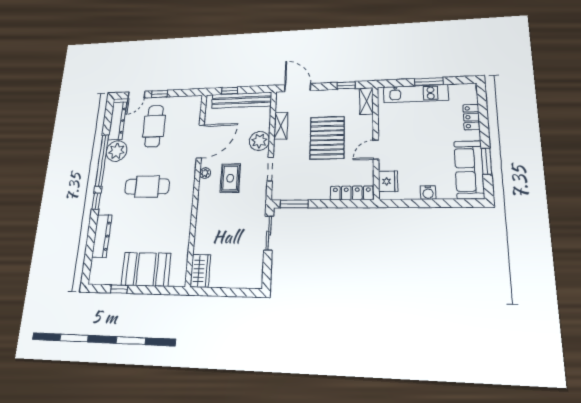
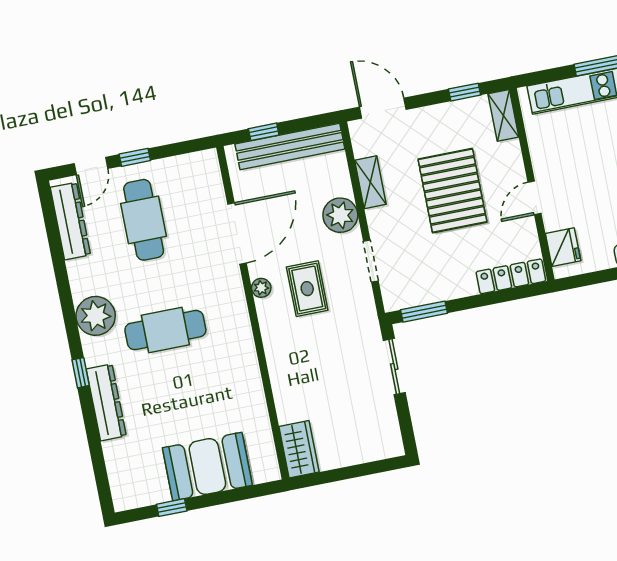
plant: (117, 151) -> (96, 316), moved
window: (102, 160) -> (66, 299), removed
dresser: (102, 236) -> (106, 402), moved

